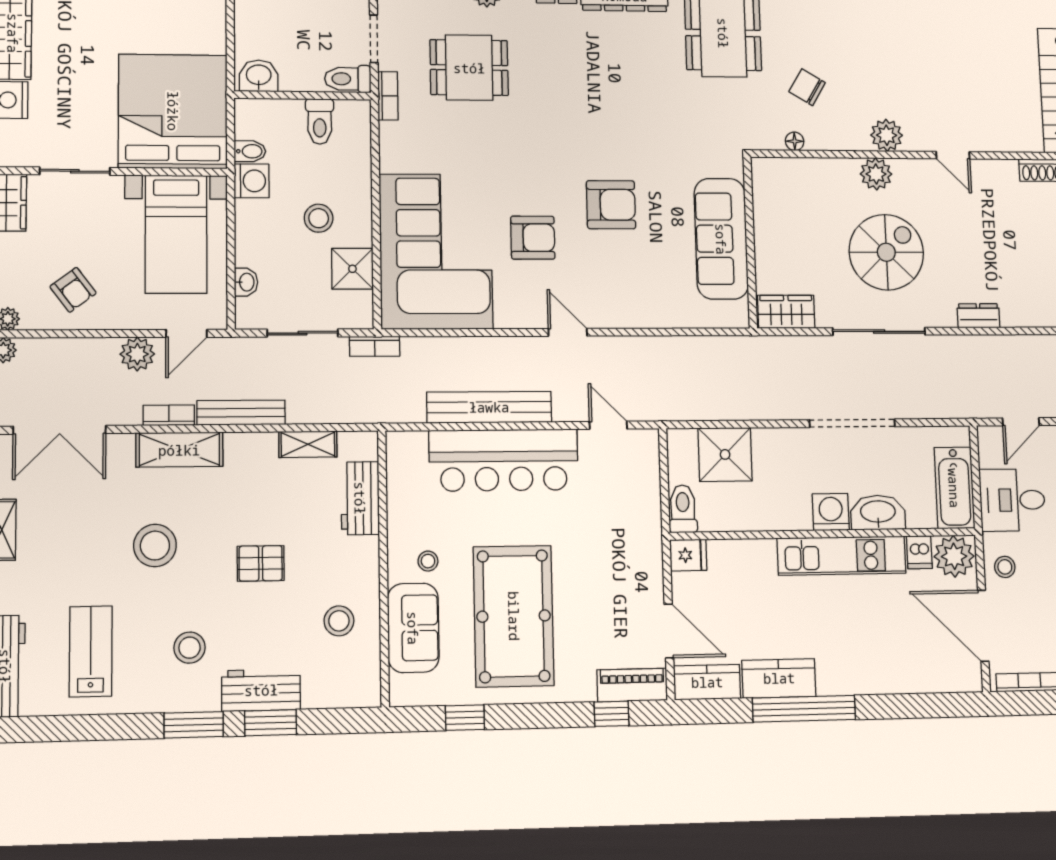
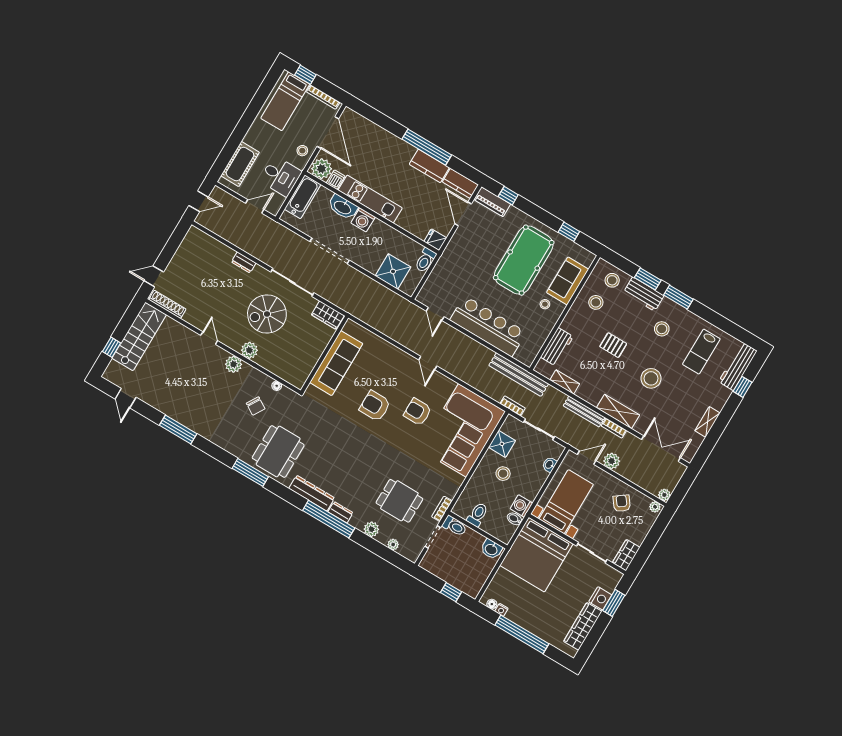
bench: (489, 407) -> (519, 375), moved
stool: (334, 679) -> (612, 280), added

